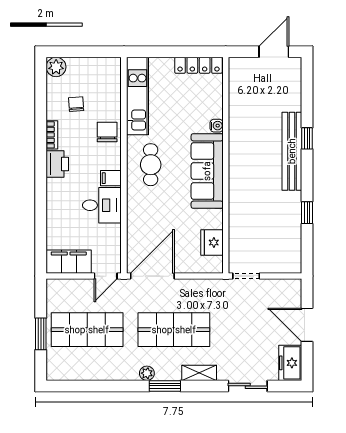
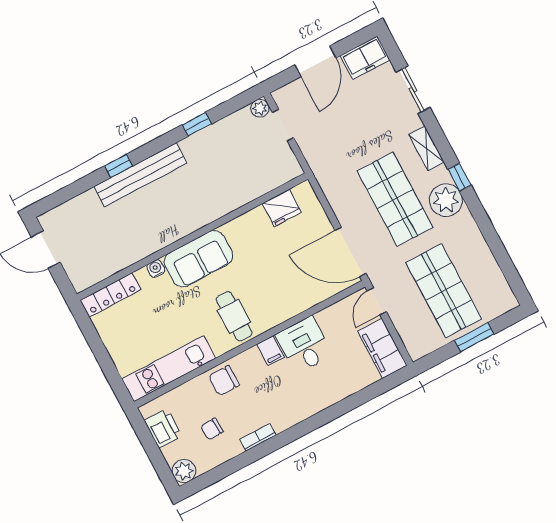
locker: (198, 65) -> (110, 295), moved, turned 90
printer: (57, 164) -> (163, 428), moved, turned 90
cafe table: (151, 165) -> (234, 316), turned 90
sofa: (207, 171) -> (198, 259), width x0.73
plant: (294, 266) -> (260, 108), added
door: (106, 276) -> (377, 301), swing flipped
doorway: (246, 276) -> (283, 125), moved
plant: (147, 373) -> (446, 200), width x1.87, depth x1.87
window: (165, 386) -> (459, 177), width x0.67

